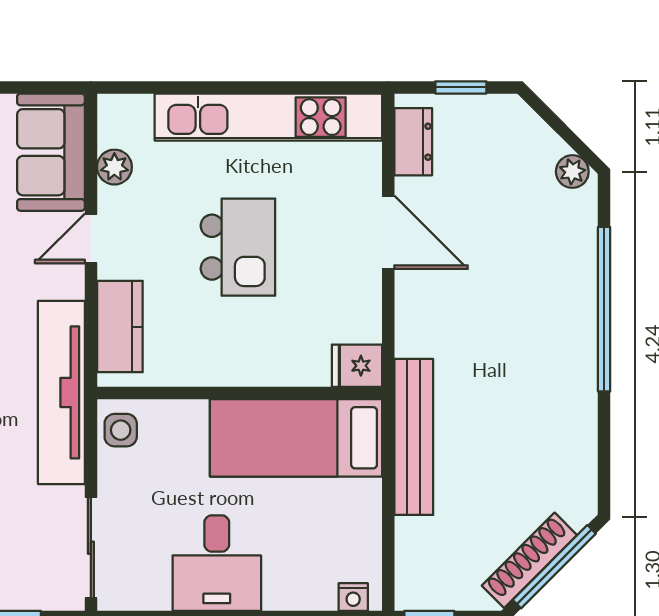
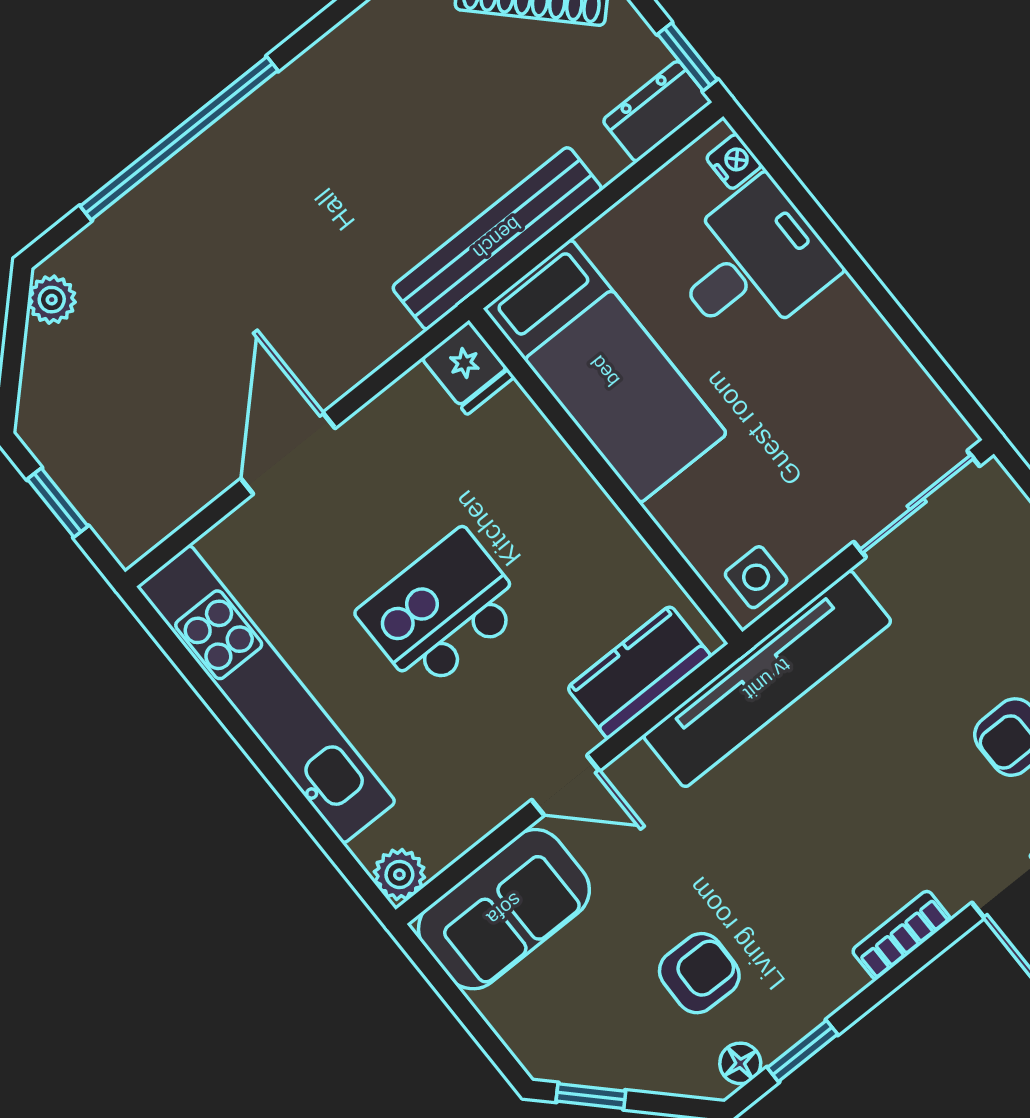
dresser: (413, 142) -> (657, 111), moved
plant: (114, 167) -> (399, 874), moved
desk: (217, 563) -> (752, 263), moved

